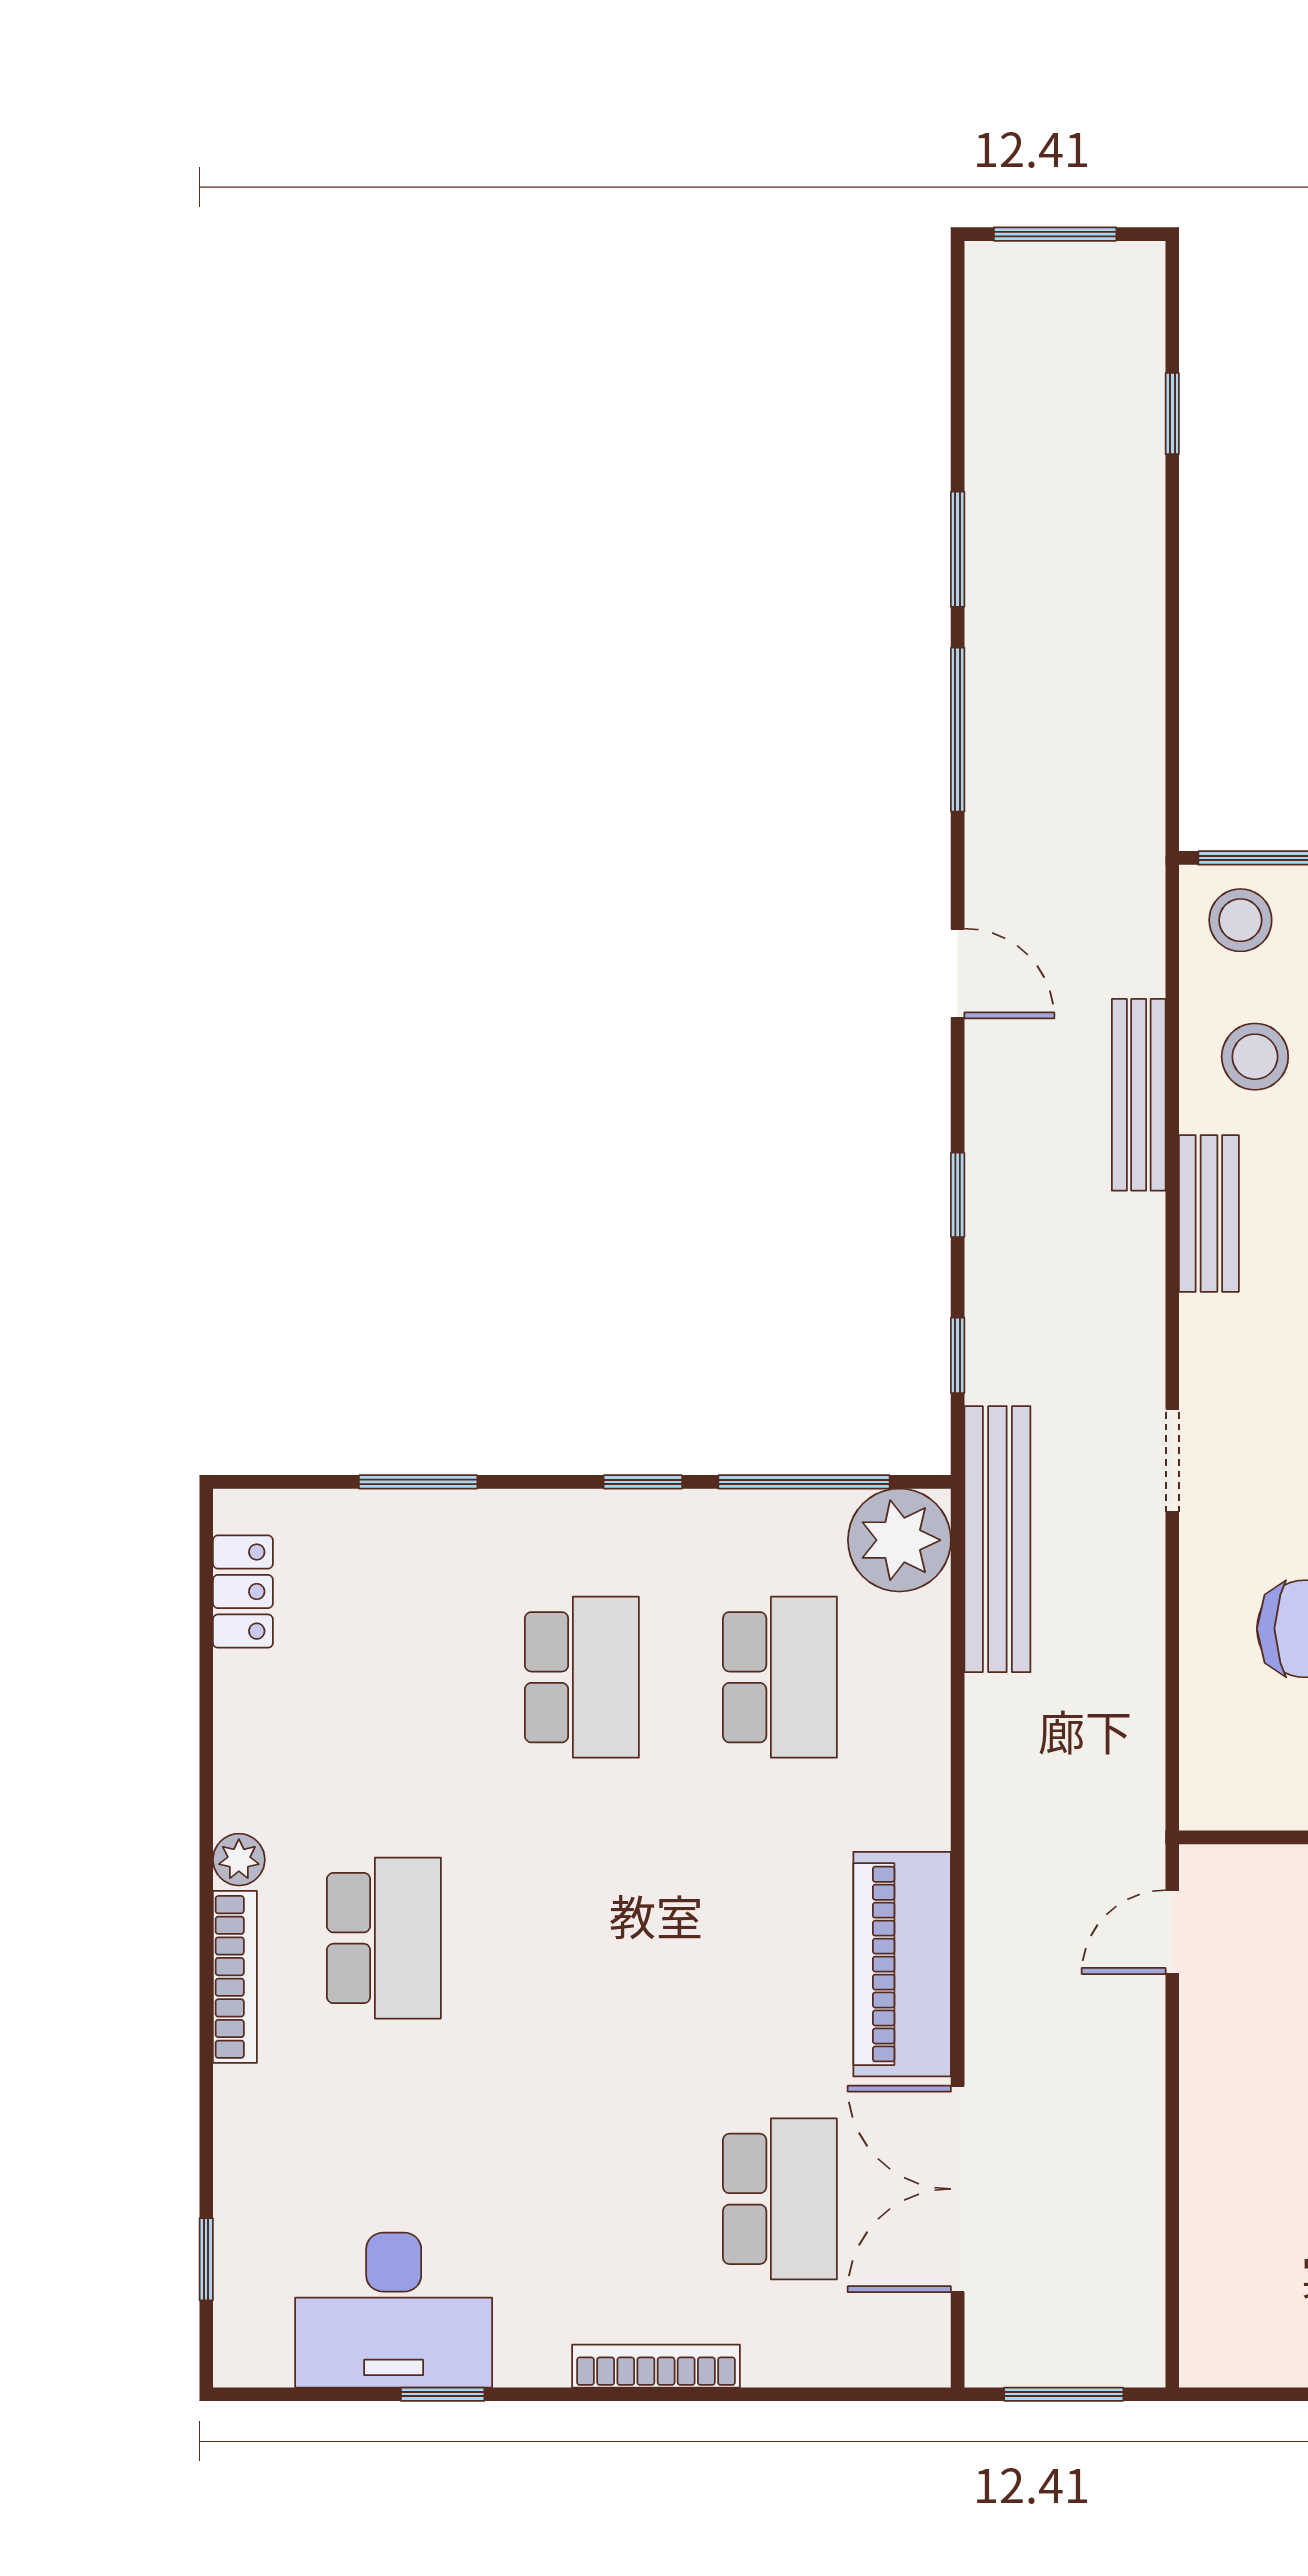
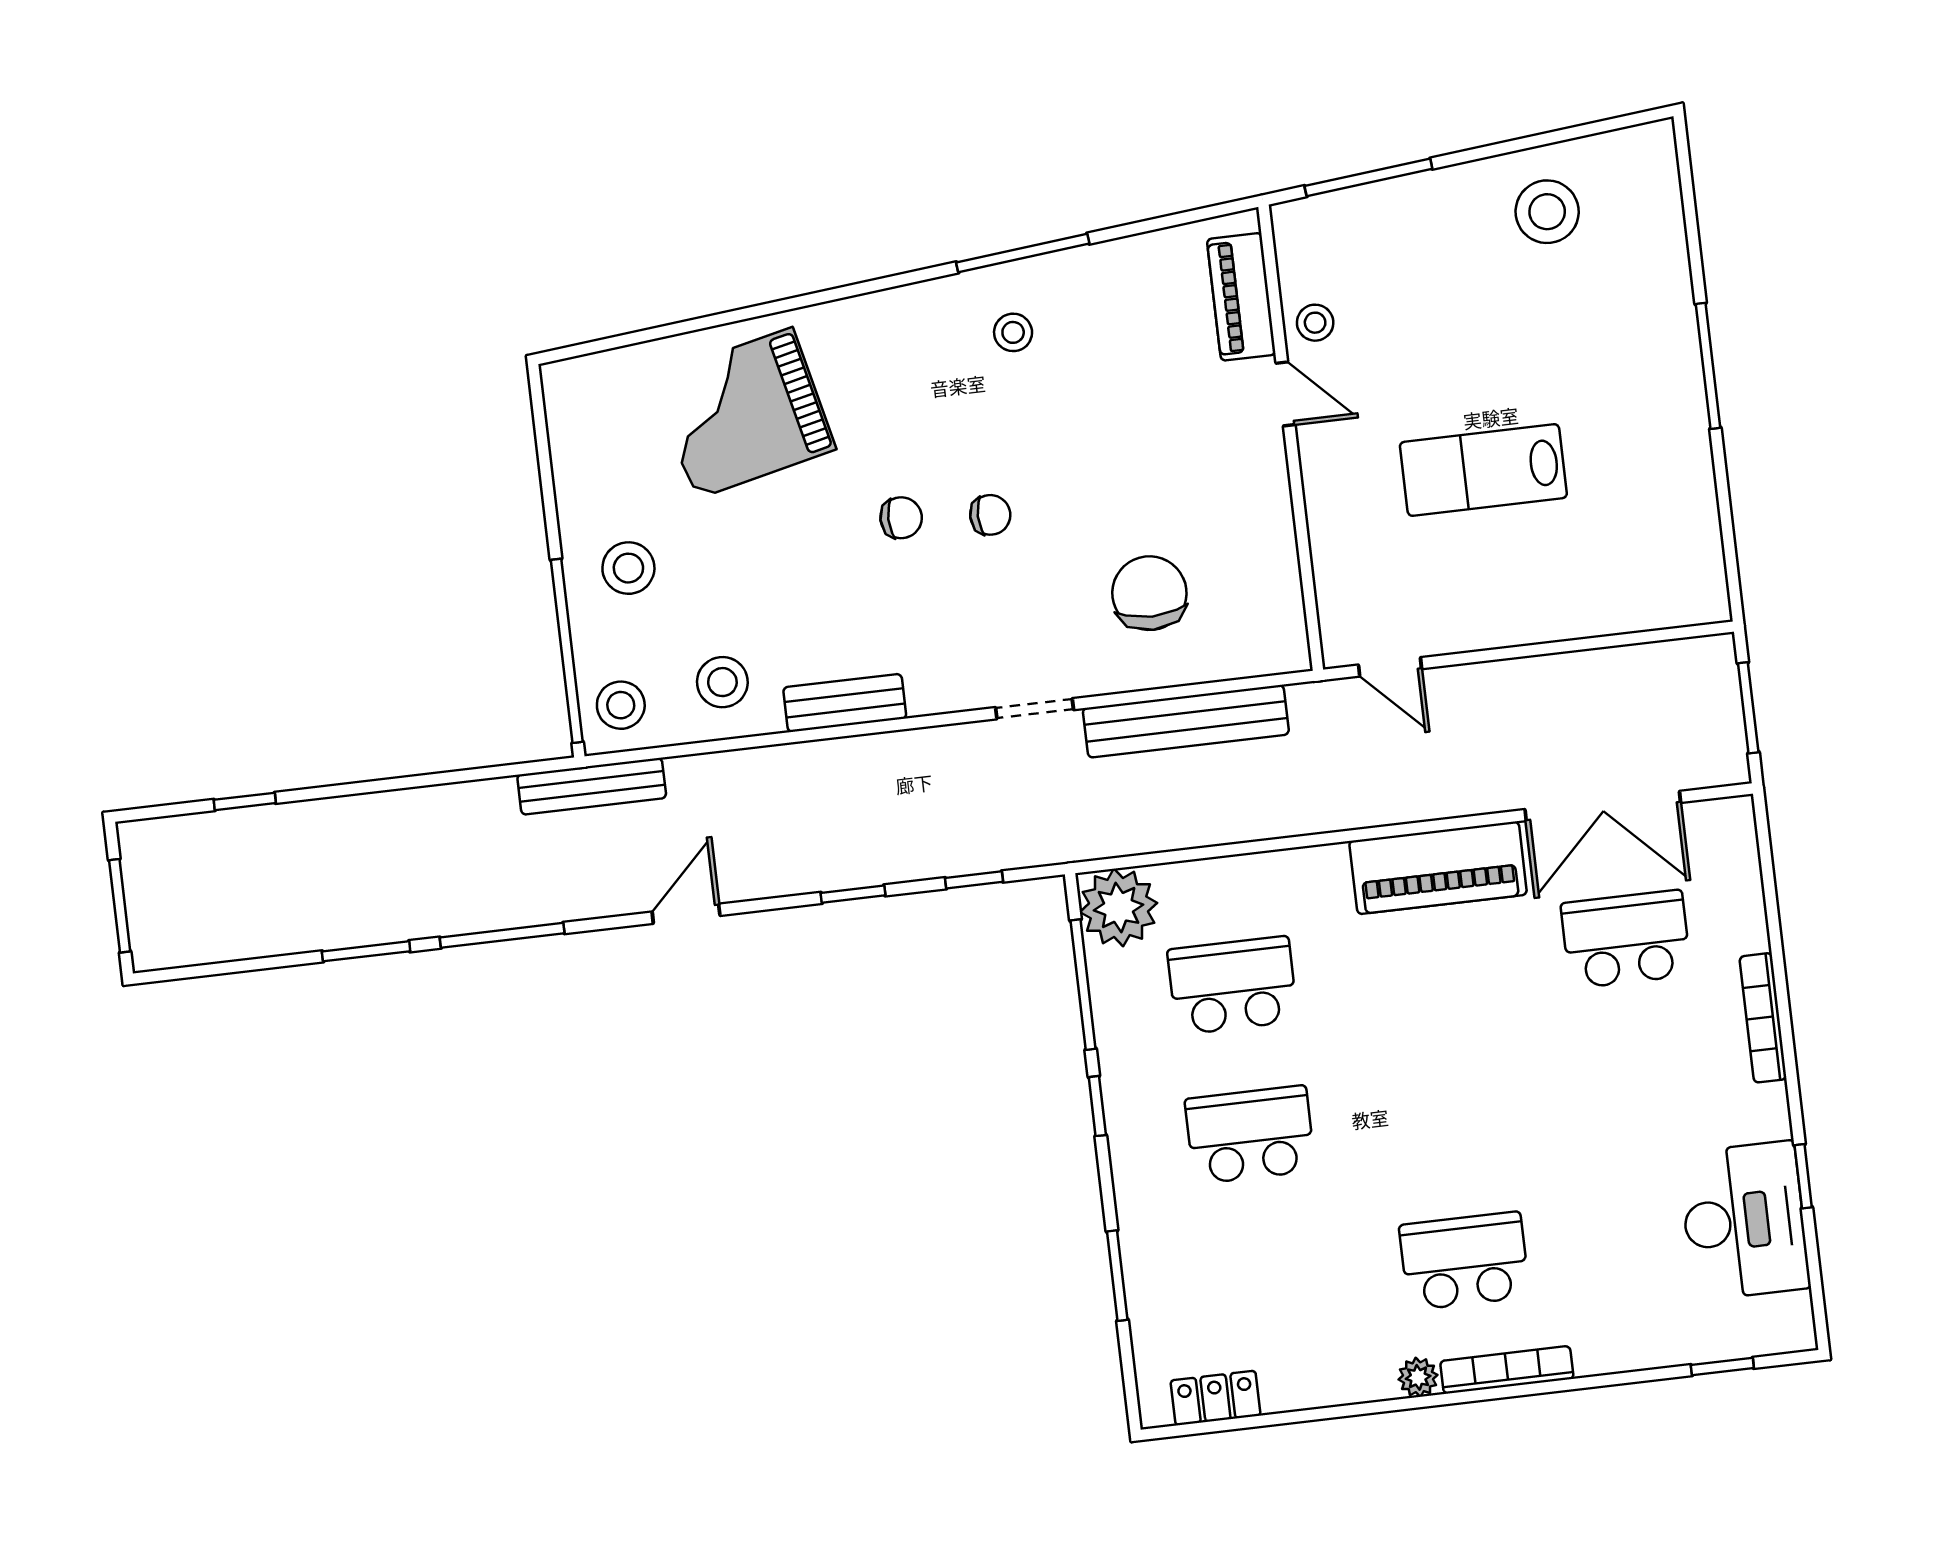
bench: (1139, 1095) -> (592, 786), moved
bench: (997, 1539) -> (1186, 721), moved

